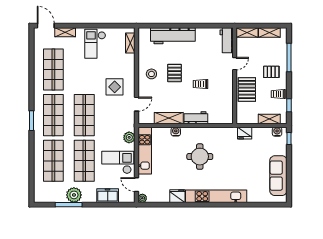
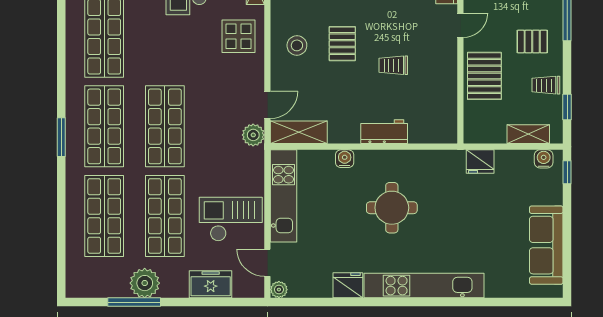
display table: (115, 87) -> (239, 36), moved
shelving: (169, 118) -> (299, 132), moved
plant: (129, 137) -> (253, 135), moved

